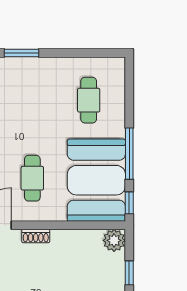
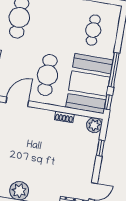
cafe table: (32, 178) -> (47, 75), width x1.37, depth x1.35
shoe rack: (36, 236) -> (64, 117), moved

